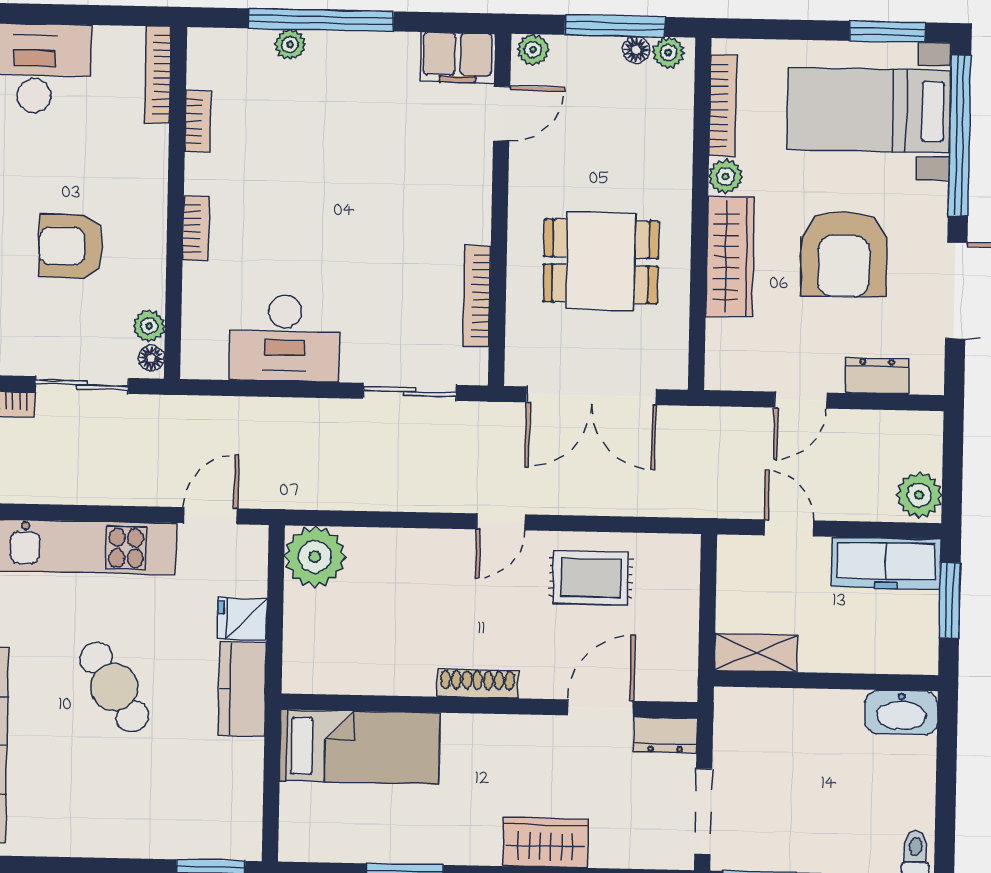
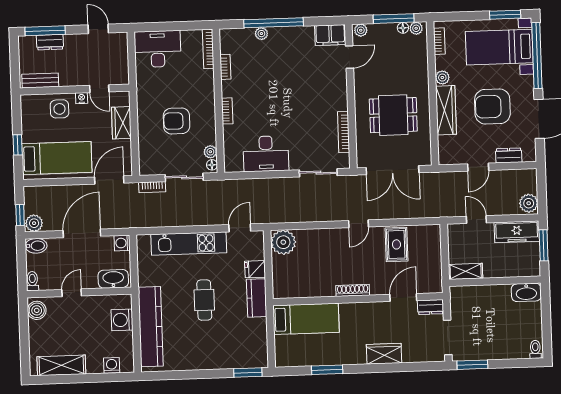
bookcase: (723, 105) -> (439, 41), width x0.64
armchair: (844, 254) -> (492, 107), turned 90
rug: (591, 578) -> (396, 244), turned 90
cafe table: (114, 687) -> (204, 300), turned 33

